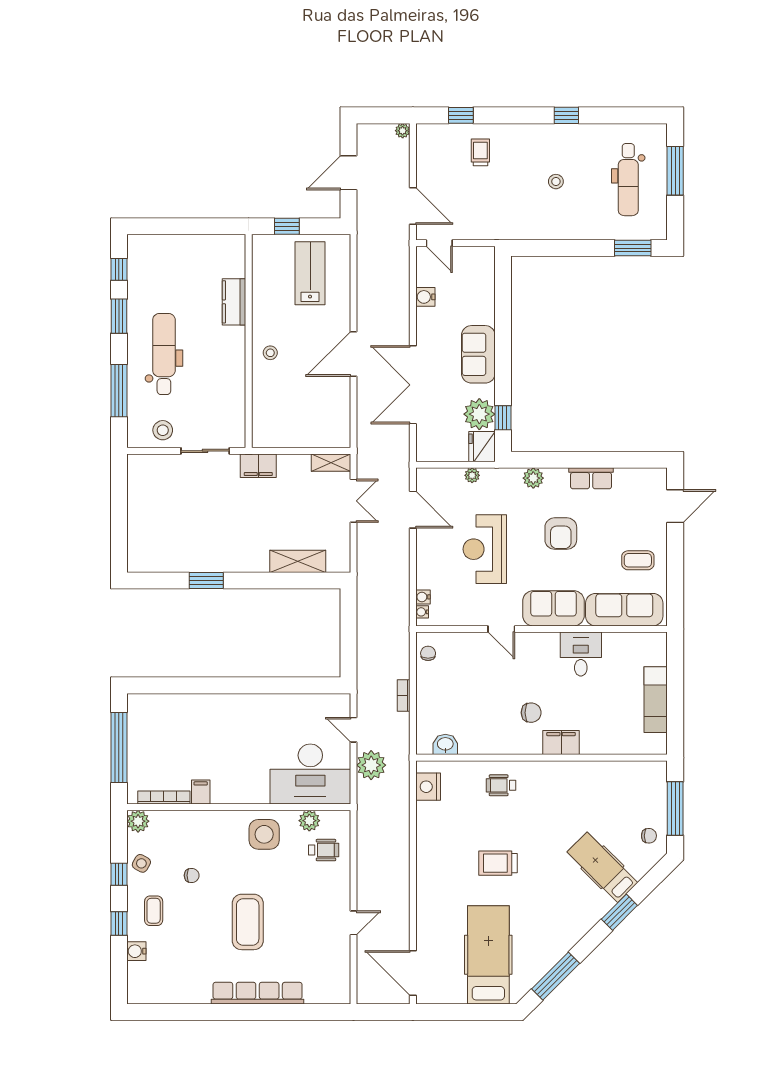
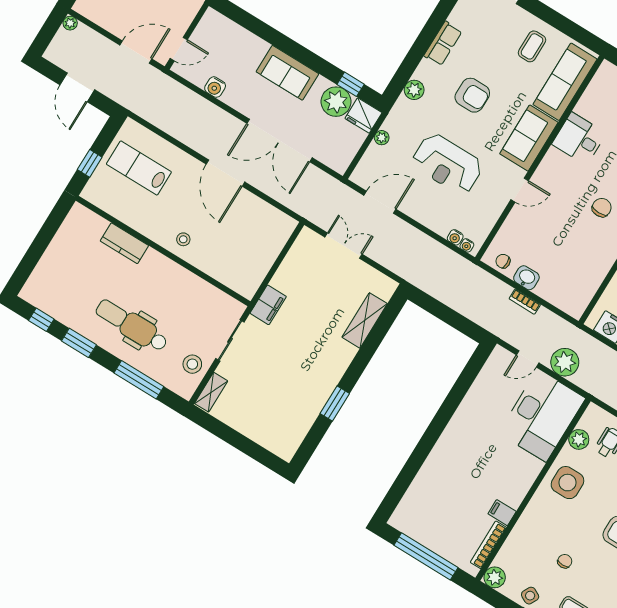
shelving: (331, 463) -> (211, 392), moved
washbasin: (445, 744) -> (526, 278), moved, turned 90

